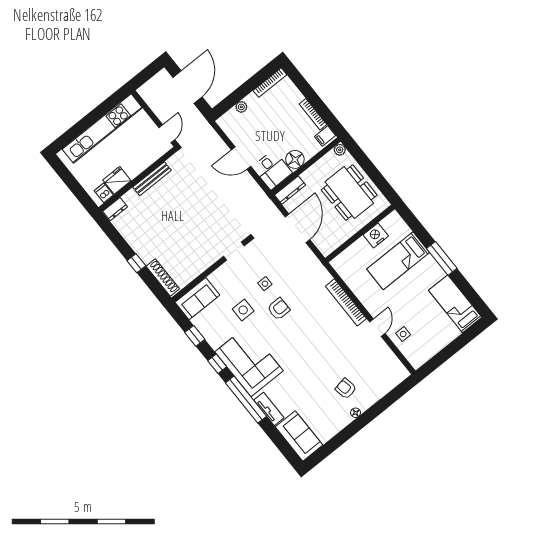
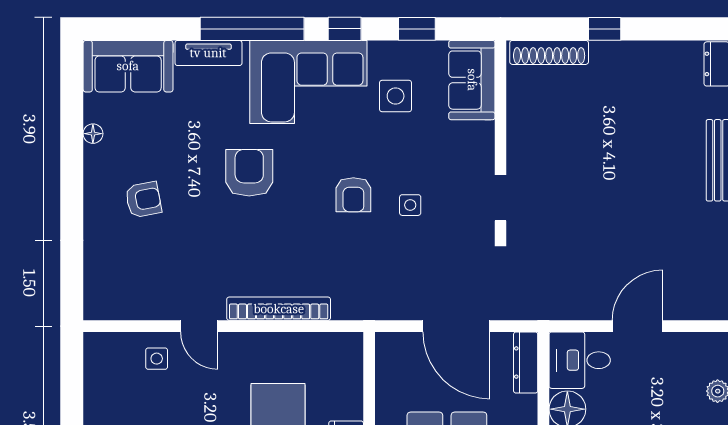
side table: (243, 310) -> (396, 96), moved
armchair: (302, 356) -> (249, 173), added
floor lamp: (356, 413) -> (93, 134), moved

